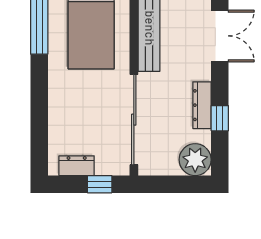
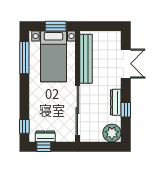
window: (39, 148) -> (24, 126), added
window: (100, 184) -> (44, 147), moved

